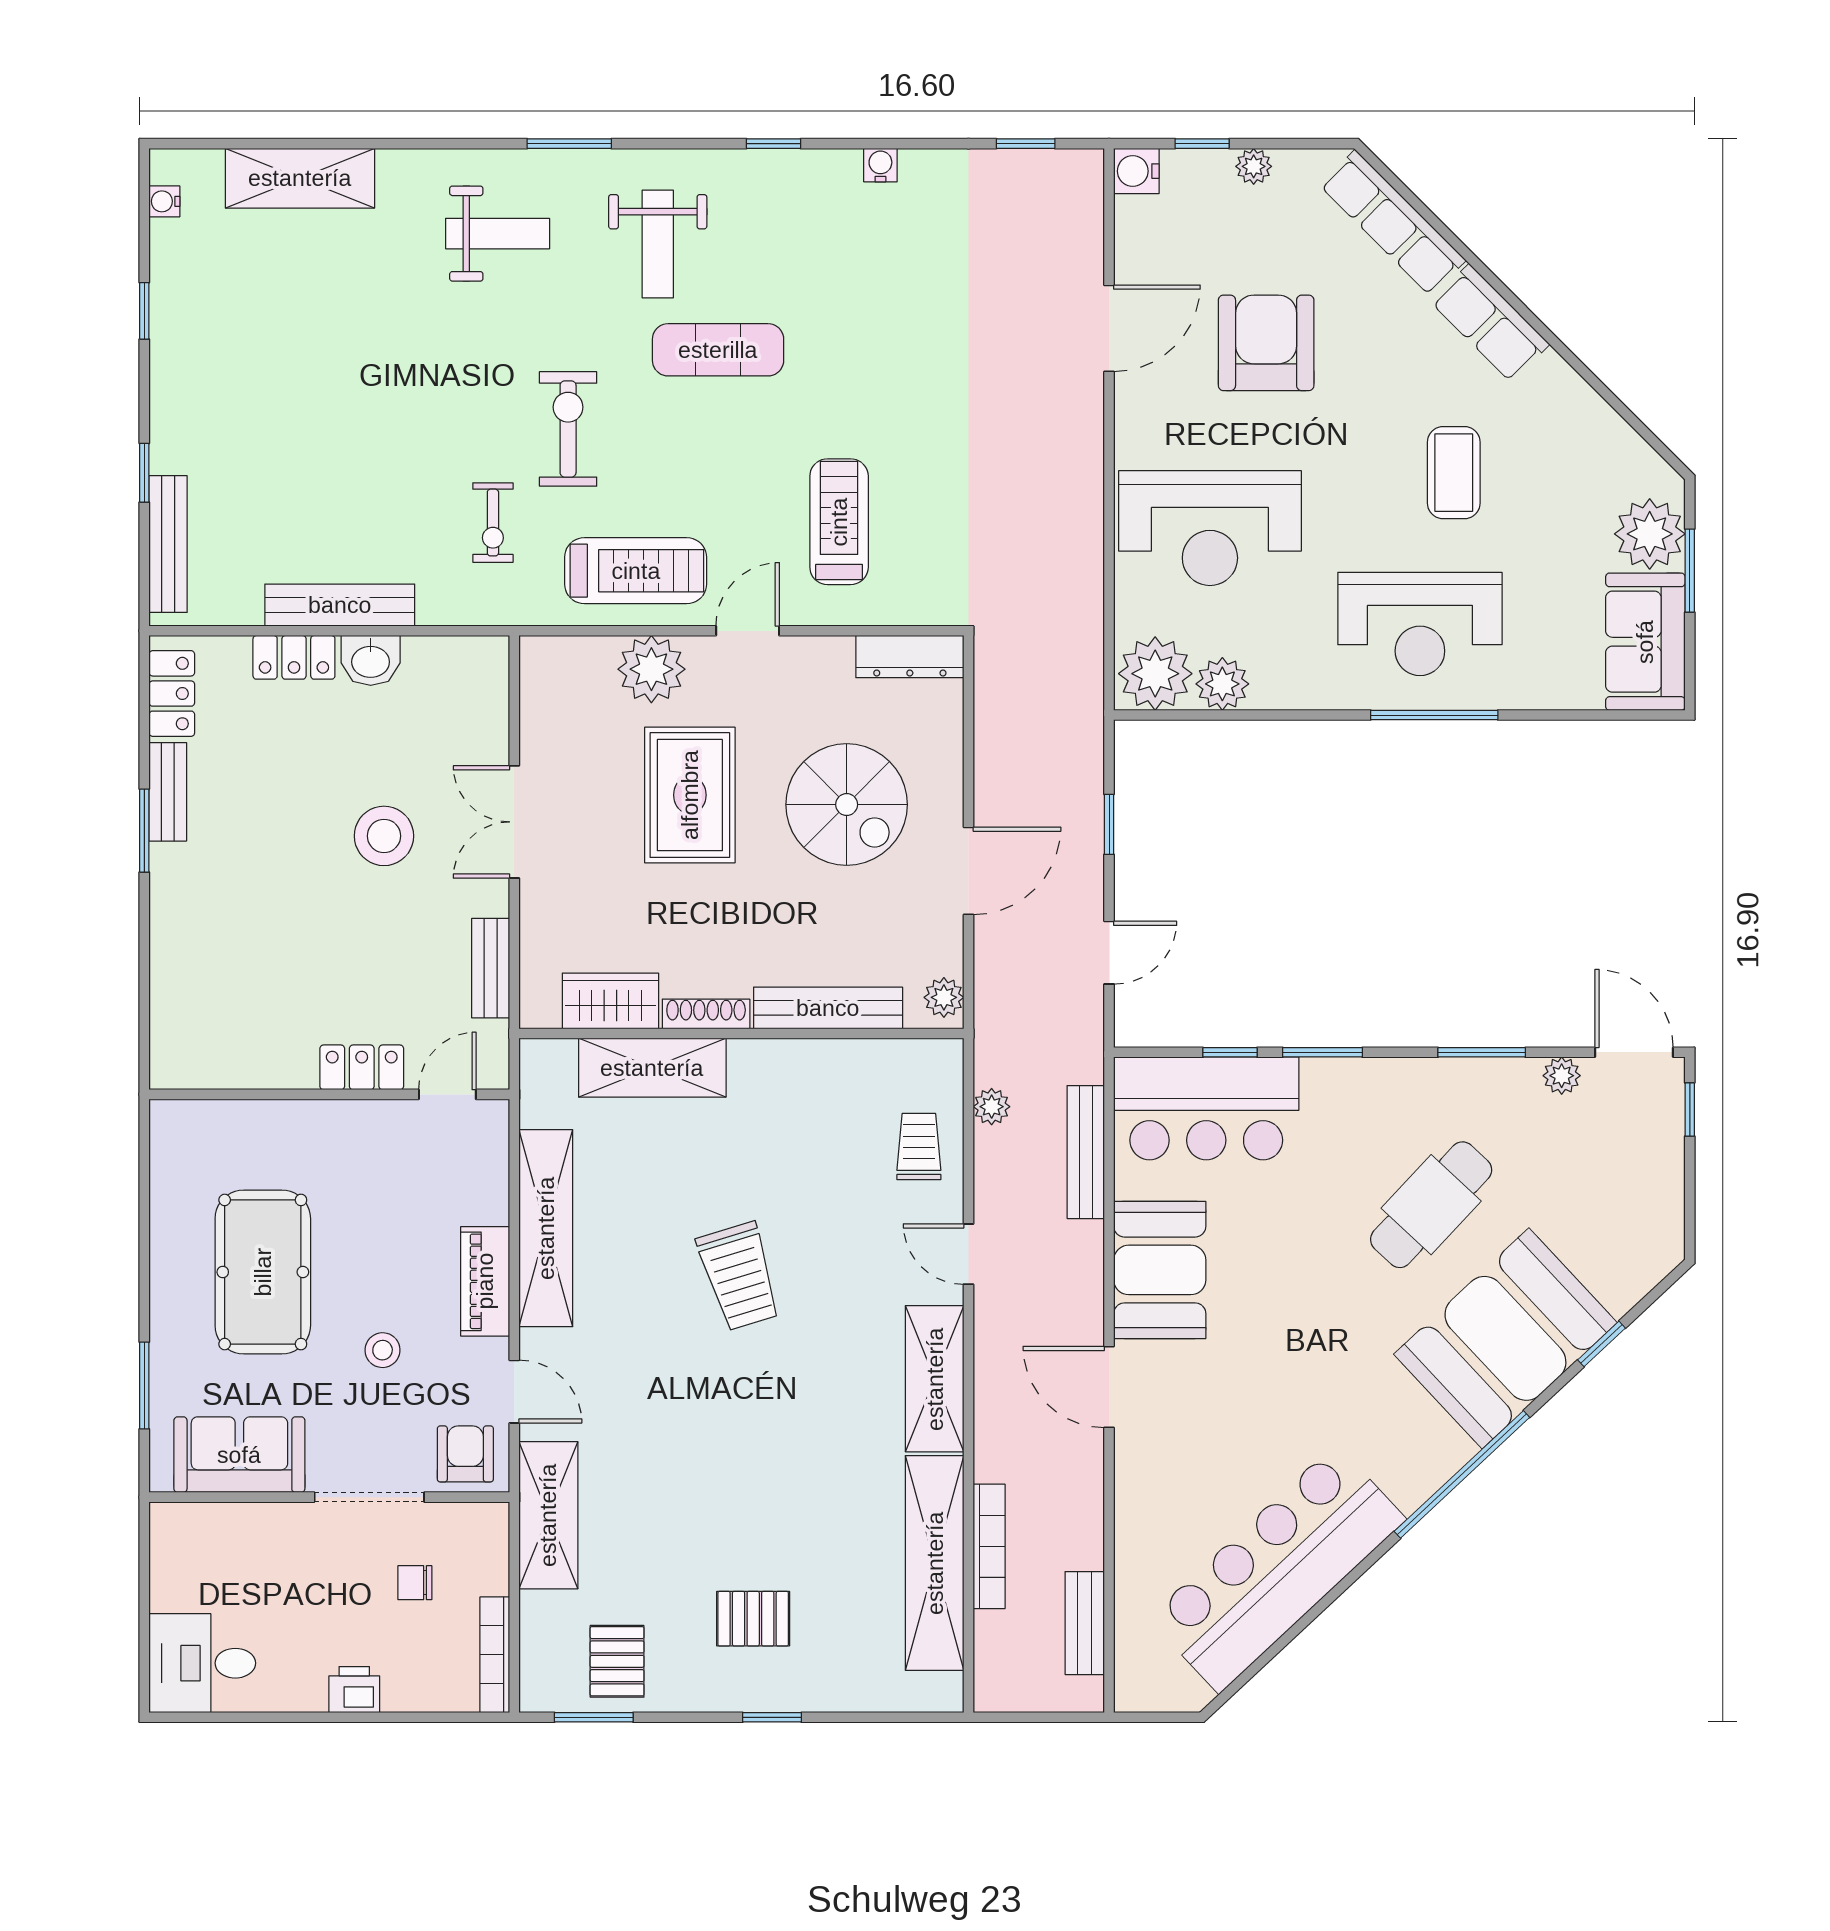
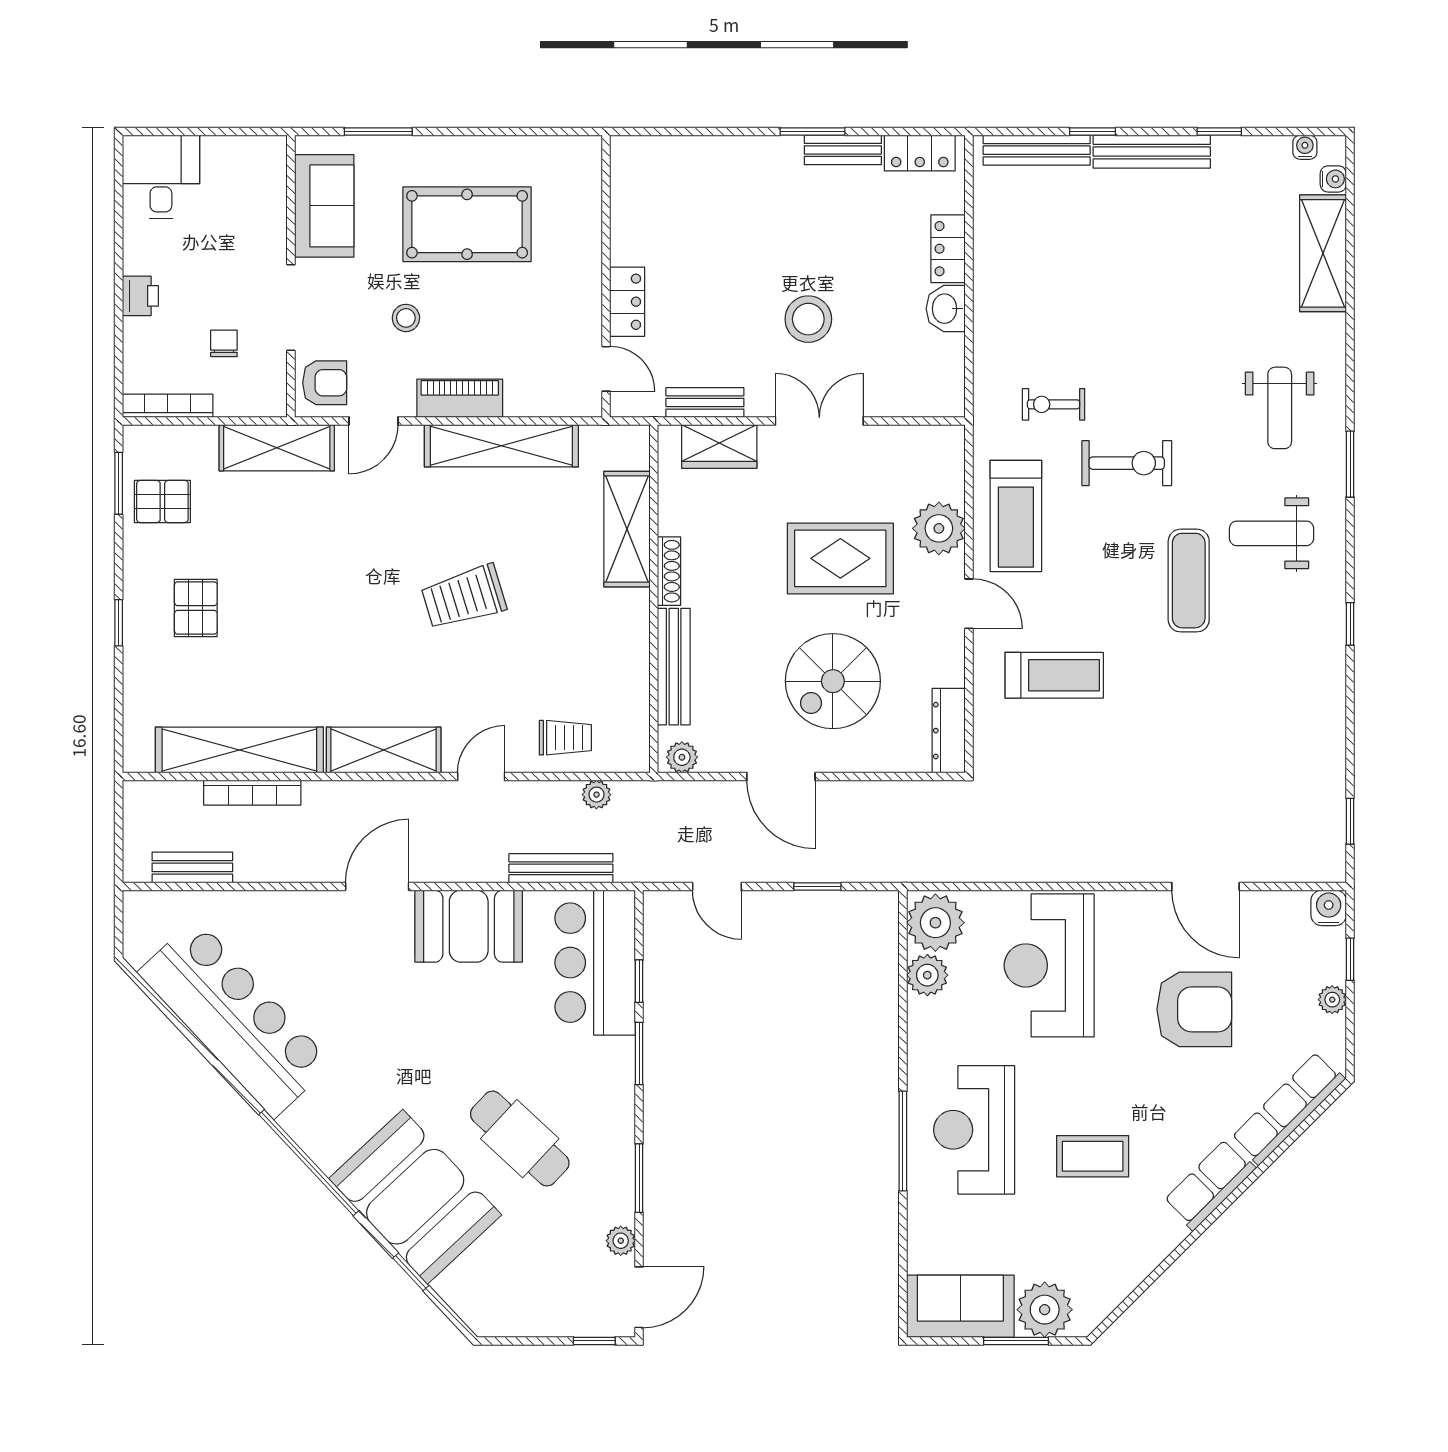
water cooler: (880, 165) -> (1333, 179), moved
bench: (340, 605) -> (1152, 152), moved, turned 90
wardrobe: (610, 1001) -> (719, 447), moved, turned 90

